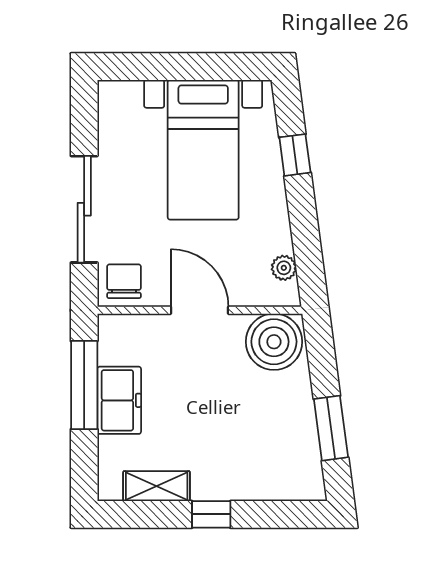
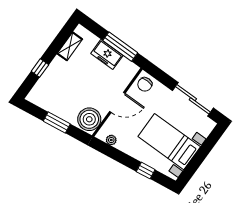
sliding door: (84, 209) -> (193, 99), moved
chair: (124, 281) -> (145, 84), turned 90
window: (331, 428) -> (57, 123), moved
window: (211, 514) -> (40, 68), moved

